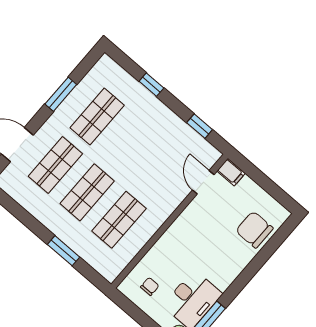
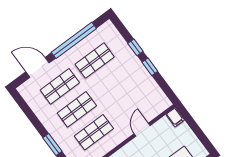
window: (61, 94) -> (74, 40), width x2.11
window: (200, 126) -> (150, 67), moved
door: (203, 182) -> (142, 130), moved

